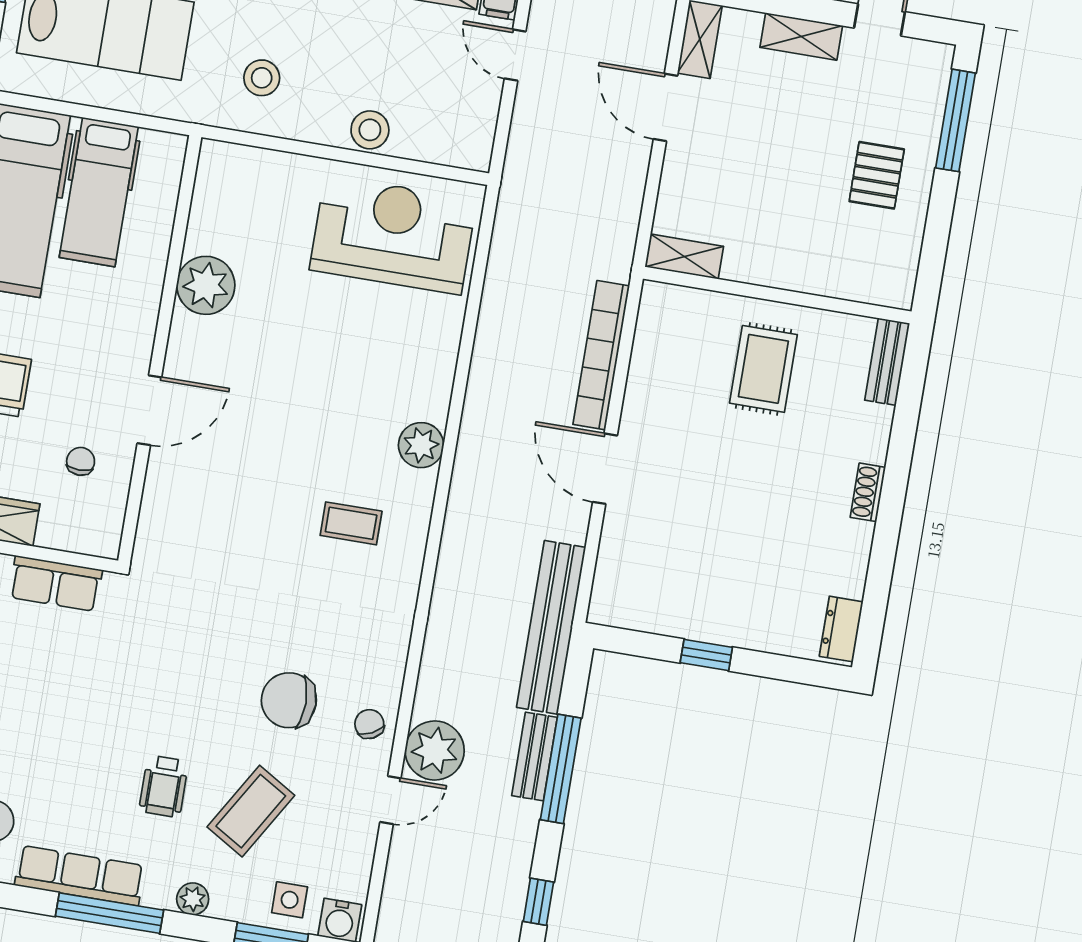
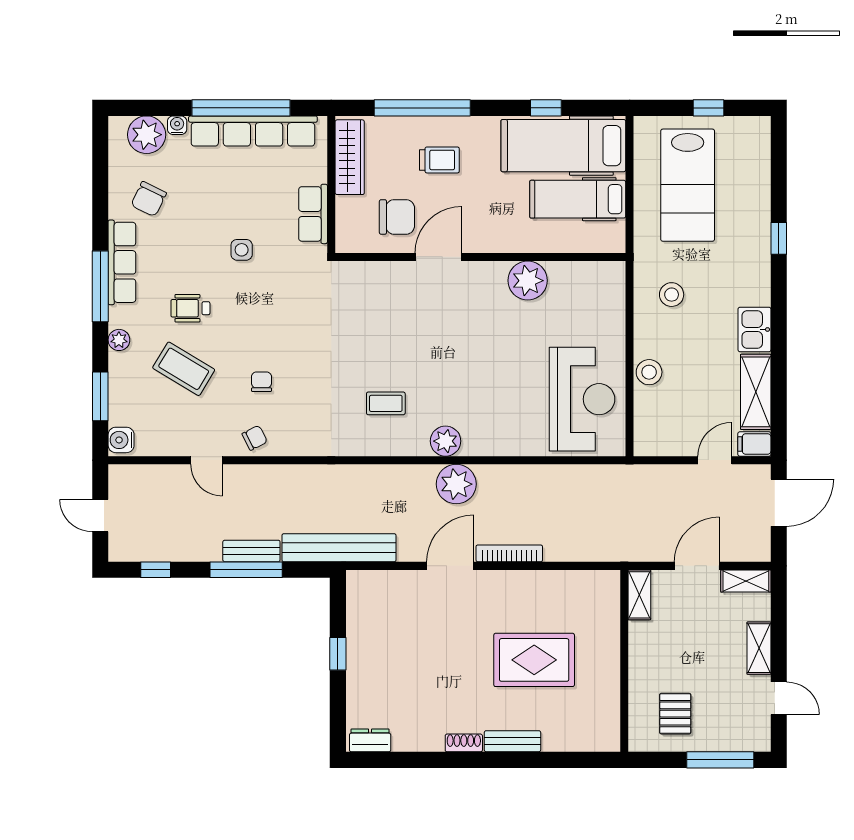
pallet: (877, 175) -> (675, 714), turned 90
shelving: (684, 257) -> (639, 595), moved
wall: (777, 295) -> (624, 661), moved
bookcase: (601, 355) -> (509, 553), width x0.68, depth x0.76
bench: (887, 362) -> (512, 741), moved
rug: (763, 369) -> (534, 660), width x1.36, depth x1.43
door: (149, 410) -> (438, 257), swing flipped
chair: (81, 461) -> (397, 217), width x1.87, depth x1.87
coffee table: (351, 523) -> (386, 403), turned 90
chair: (289, 700) -> (261, 382), width x0.54, depth x0.54
plant: (435, 750) -> (456, 484), moved
side table: (290, 900) -> (242, 250), moved

